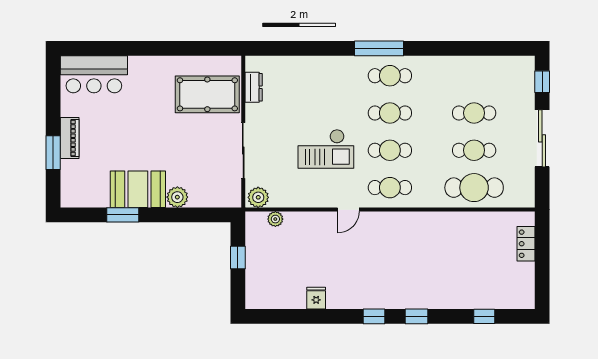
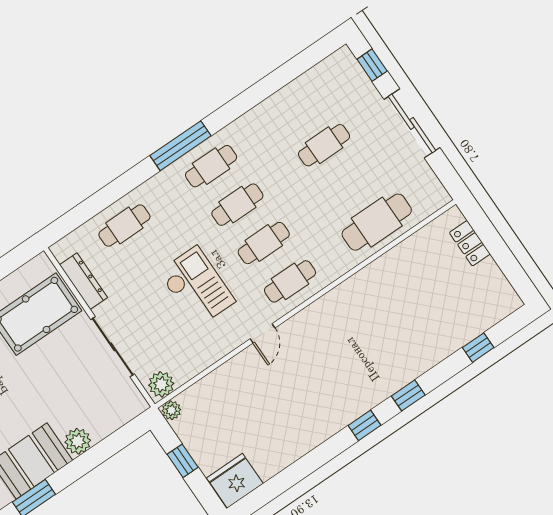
dresser: (254, 87) -> (83, 281), width x1.44
checkout: (326, 149) -> (197, 287), turned -90
cafe table: (474, 150) -> (124, 226), moved
plant: (275, 219) -> (171, 410), moved
fridge: (316, 298) -> (235, 481), moved, width x1.88, depth x1.34

